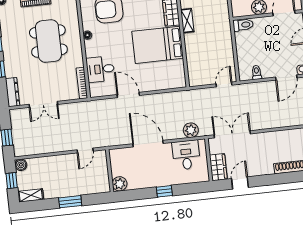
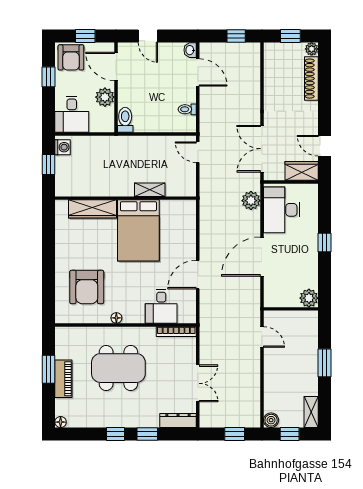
shelving: (187, 21) -> (150, 190), moved
desk: (186, 155) -> (282, 210), width x1.37

